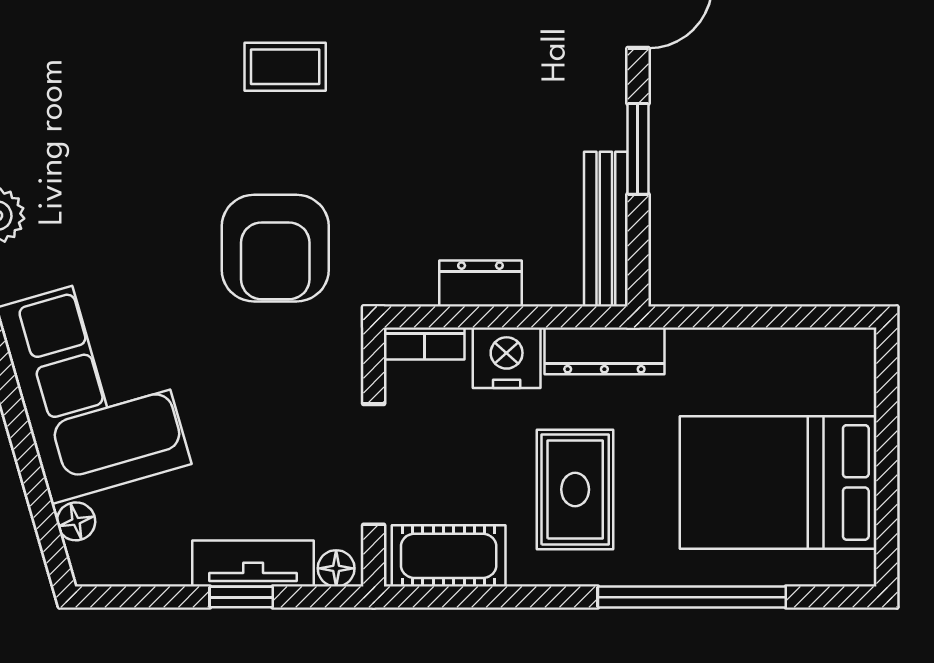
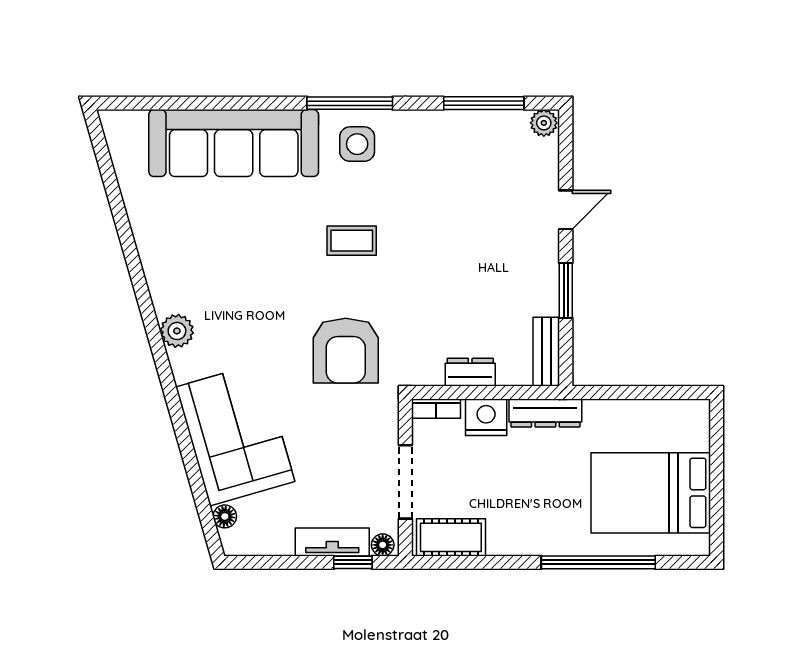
bench: (606, 229) -> (546, 352), width x0.73
rug: (575, 489) -> (528, 497), removed
window: (241, 597) -> (353, 562), moved

